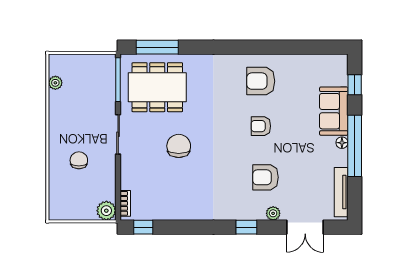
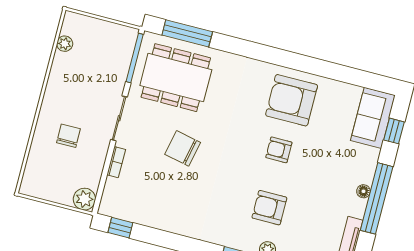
armchair: (261, 81) -> (292, 100), width x1.36, depth x1.36
sofa: (334, 111) -> (373, 118), moved
chair: (179, 146) -> (183, 148), turned -78
bookcase: (125, 203) -> (116, 162), moved

